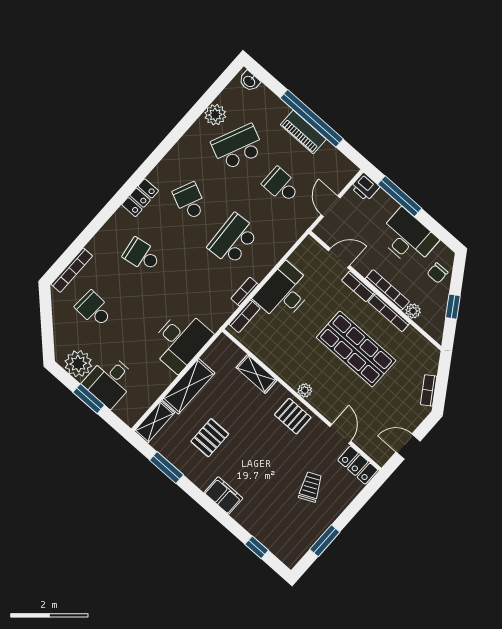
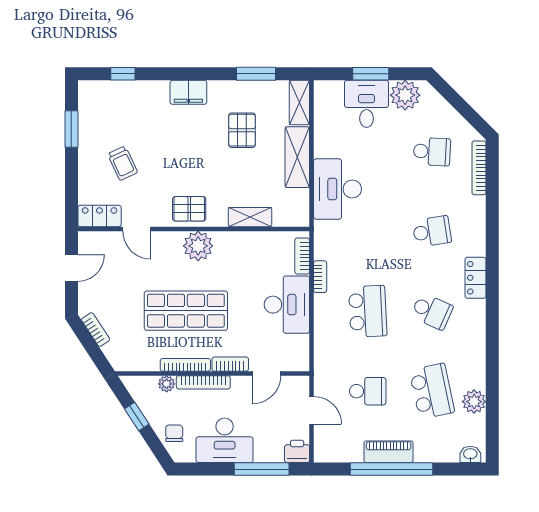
school desk: (238, 147) -> (432, 391), turned -36
plant: (305, 390) -> (198, 246), width x1.87, depth x1.87

